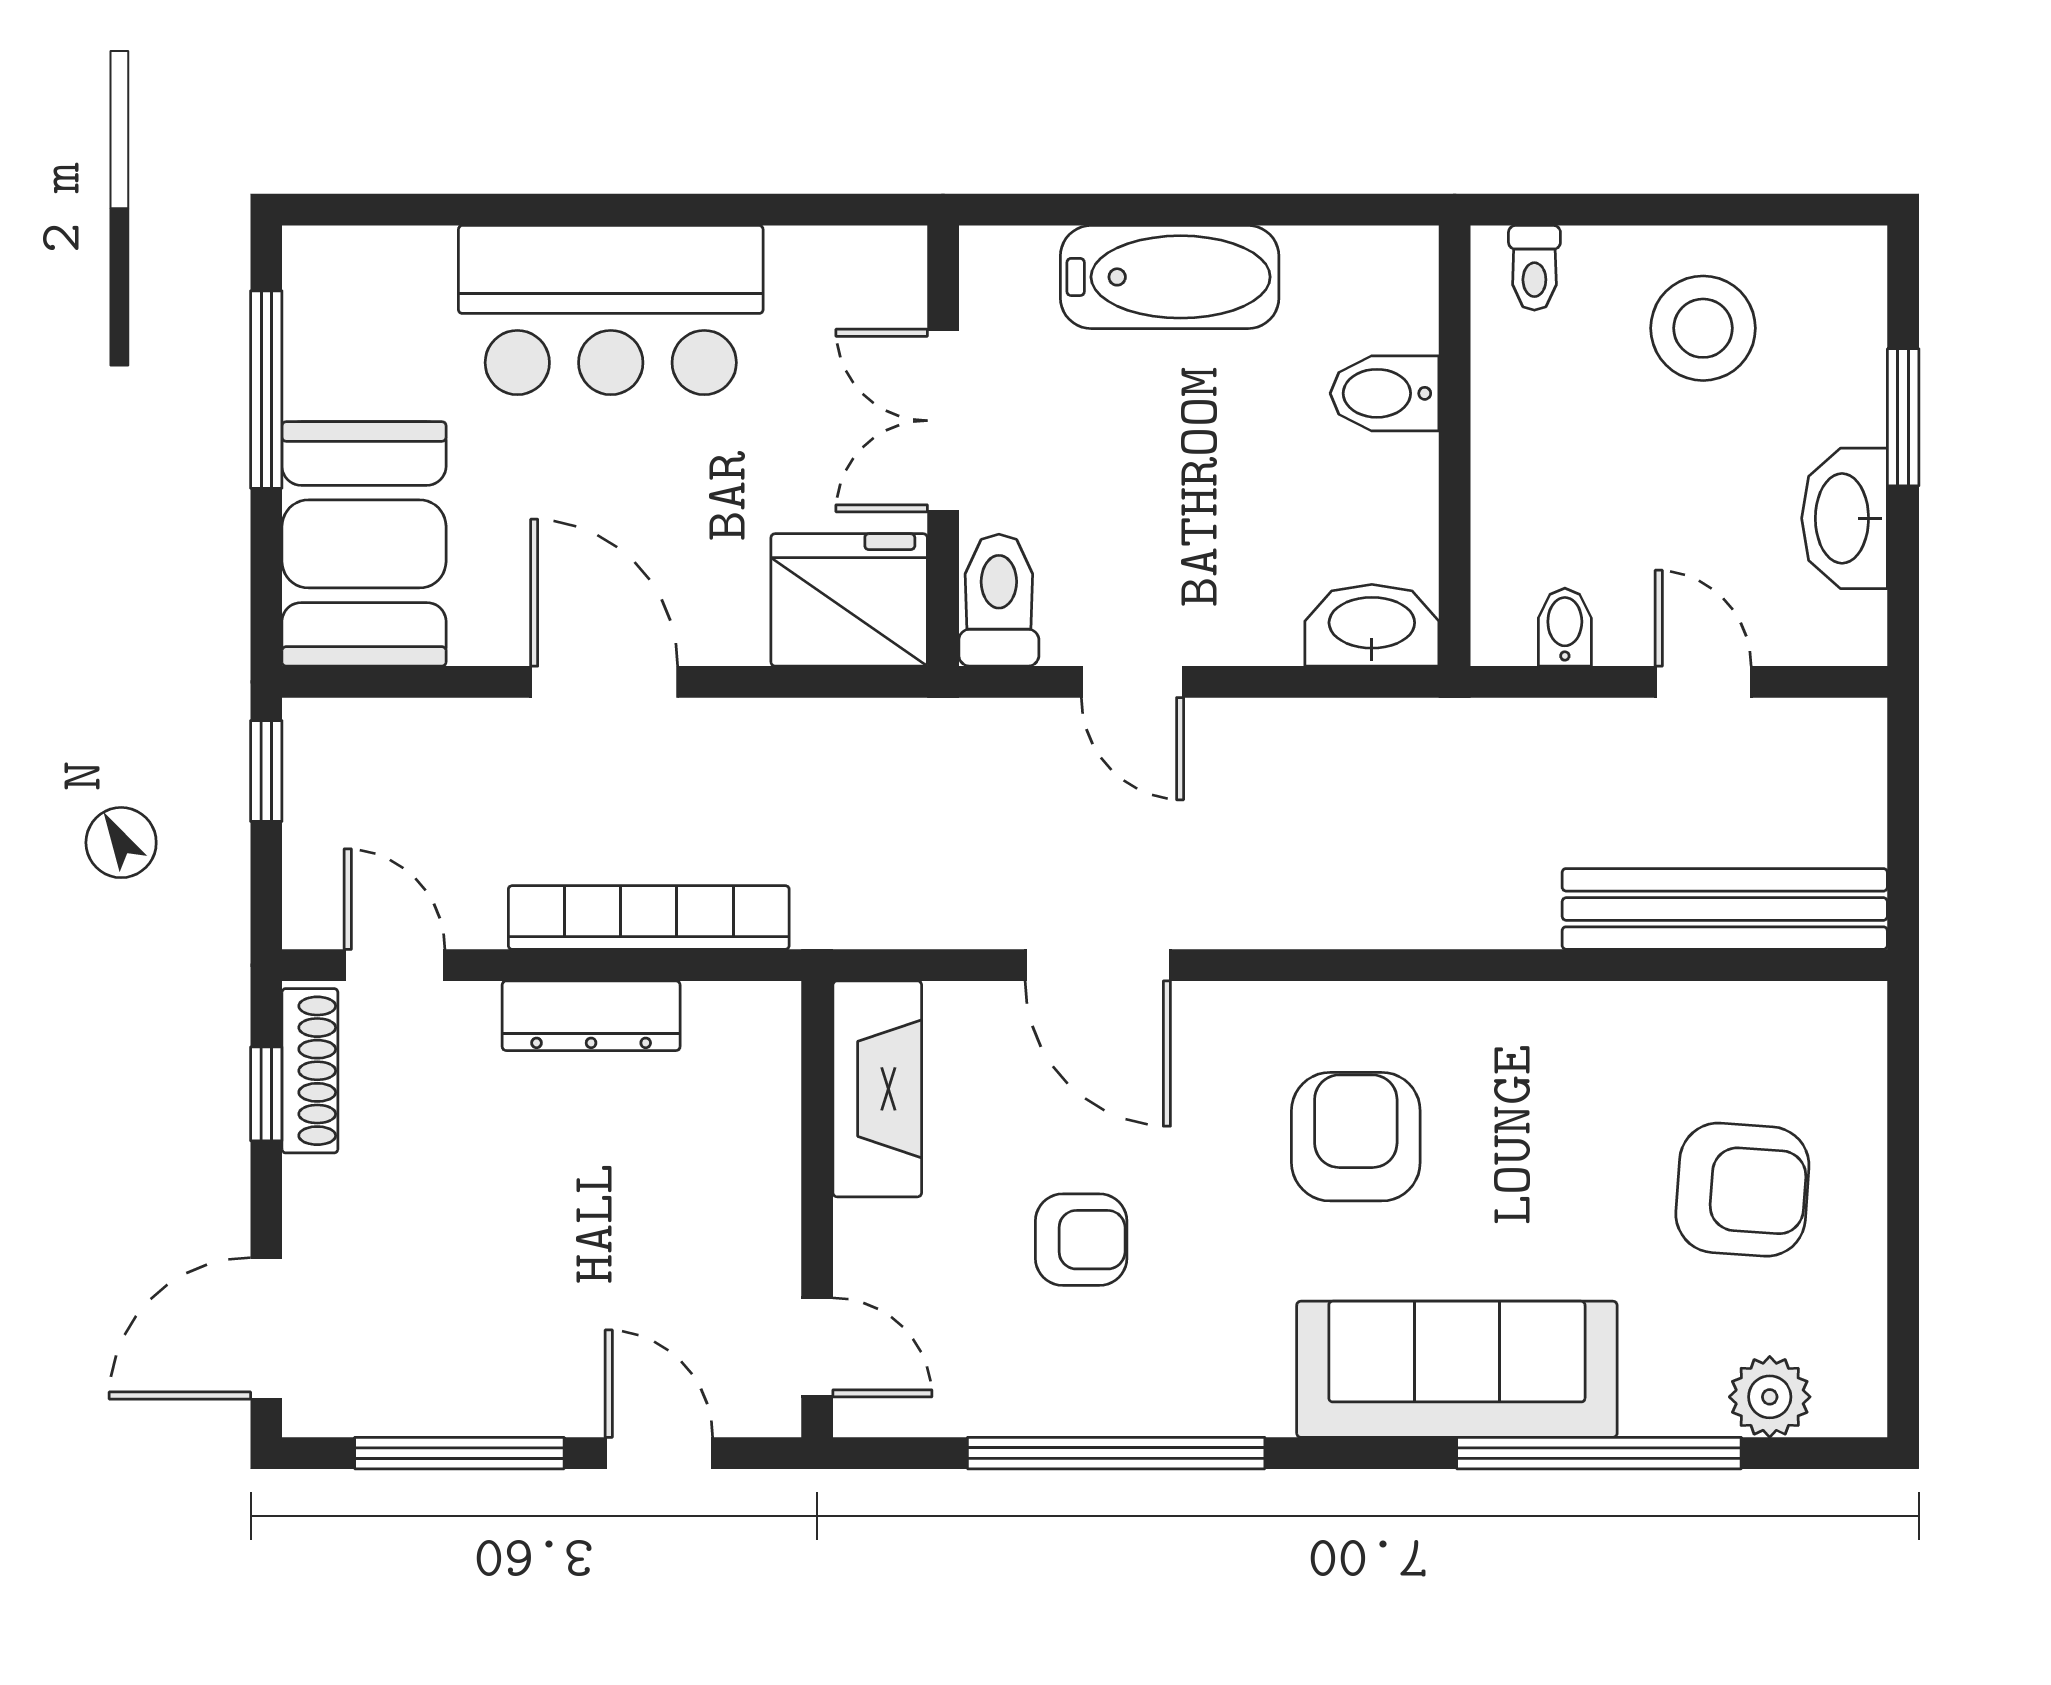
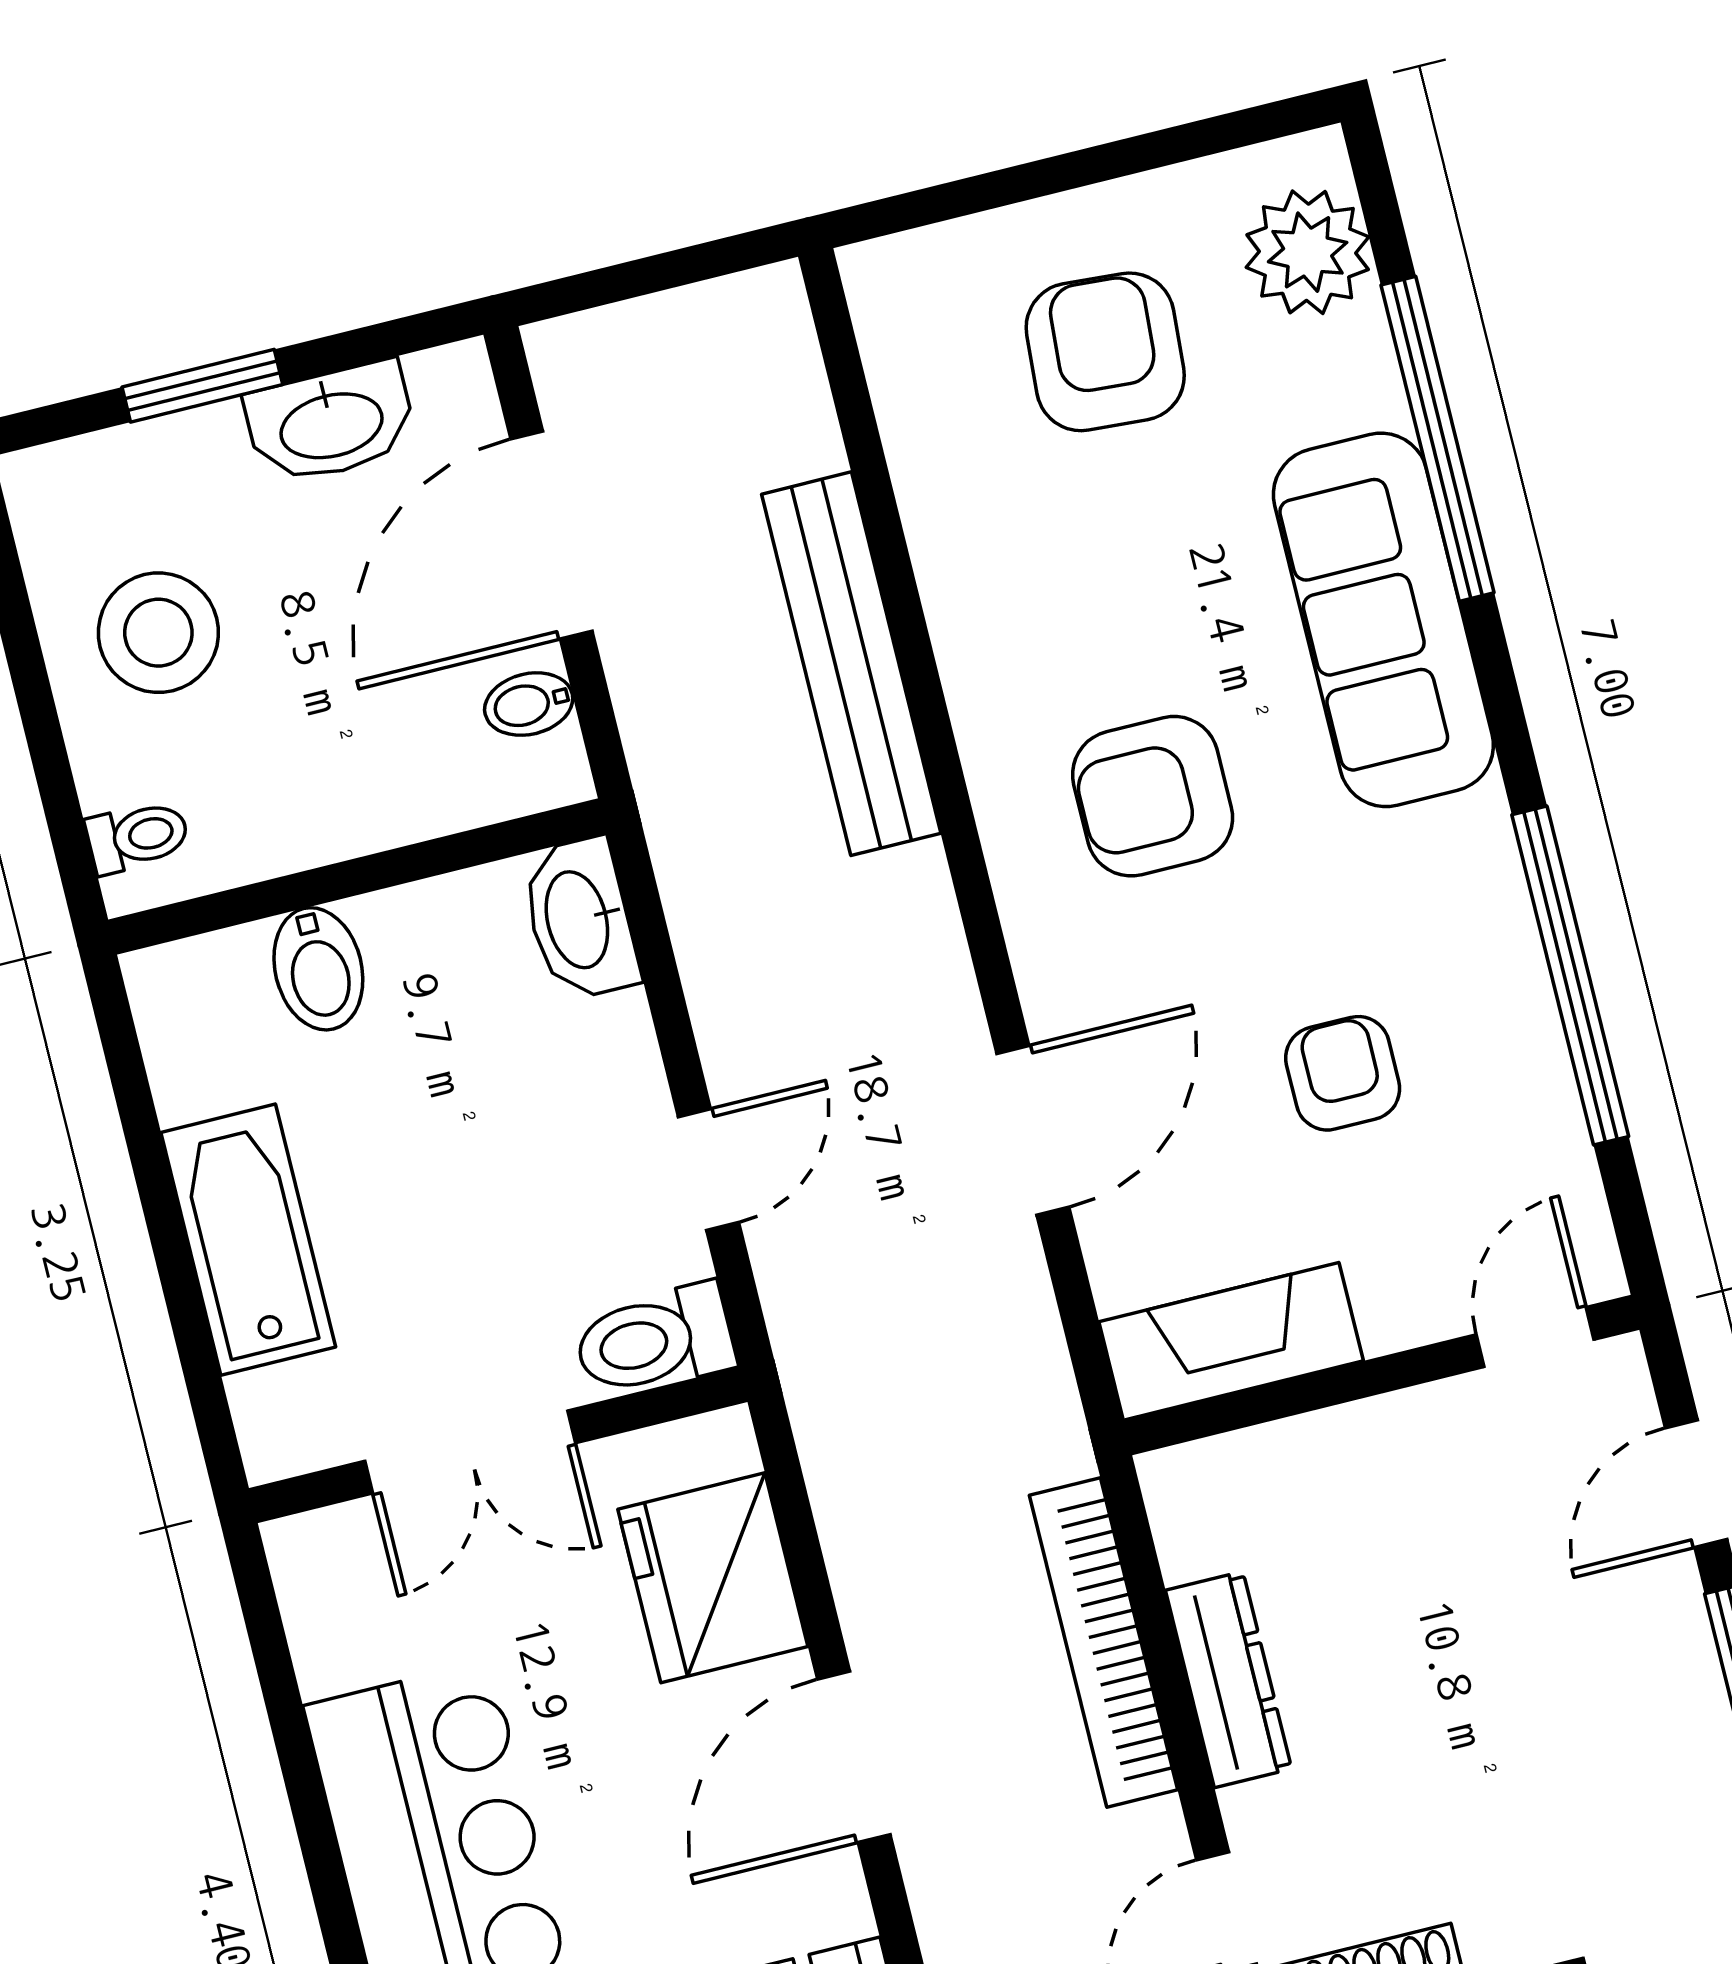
fridge: (849, 600) -> (713, 1578), moved
door: (1703, 682) -> (552, 535), width x1.88
bench: (1725, 909) -> (851, 664), moved
plant: (1770, 1397) -> (1308, 252), width x1.36, depth x1.36

